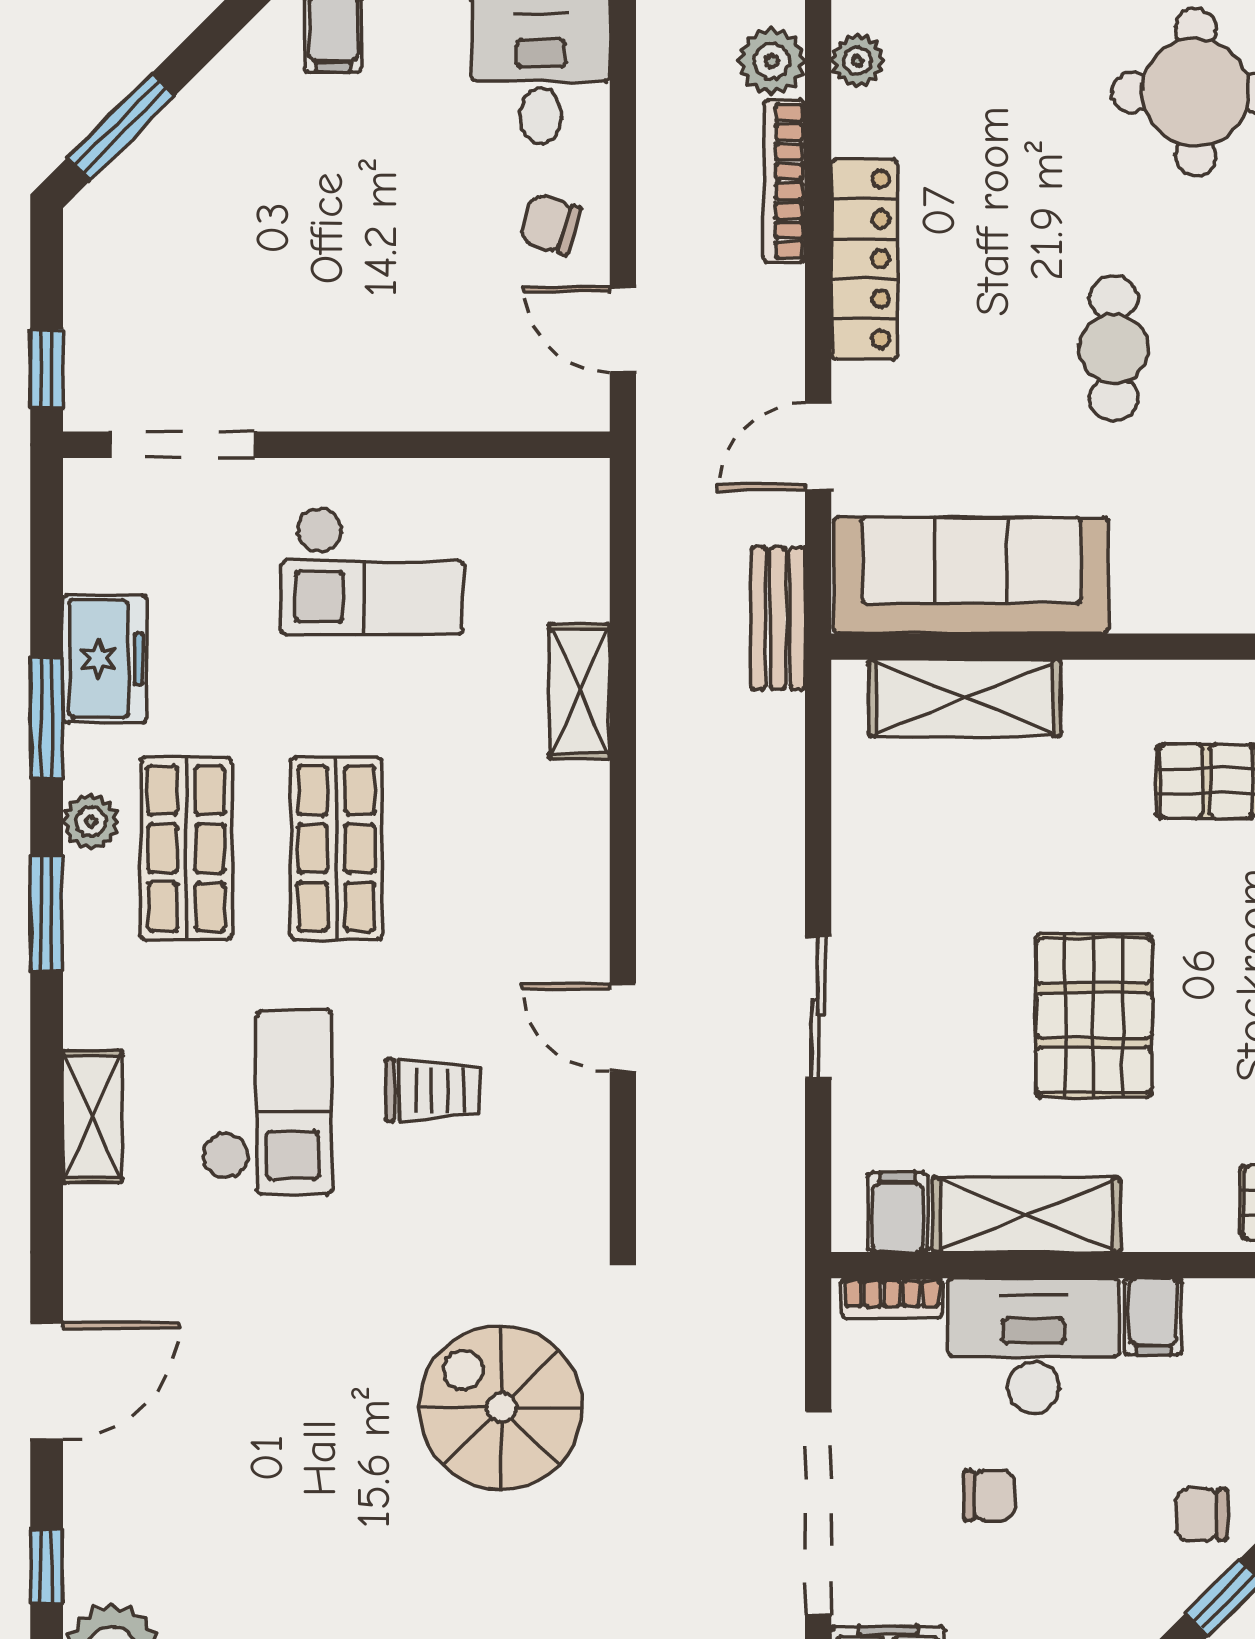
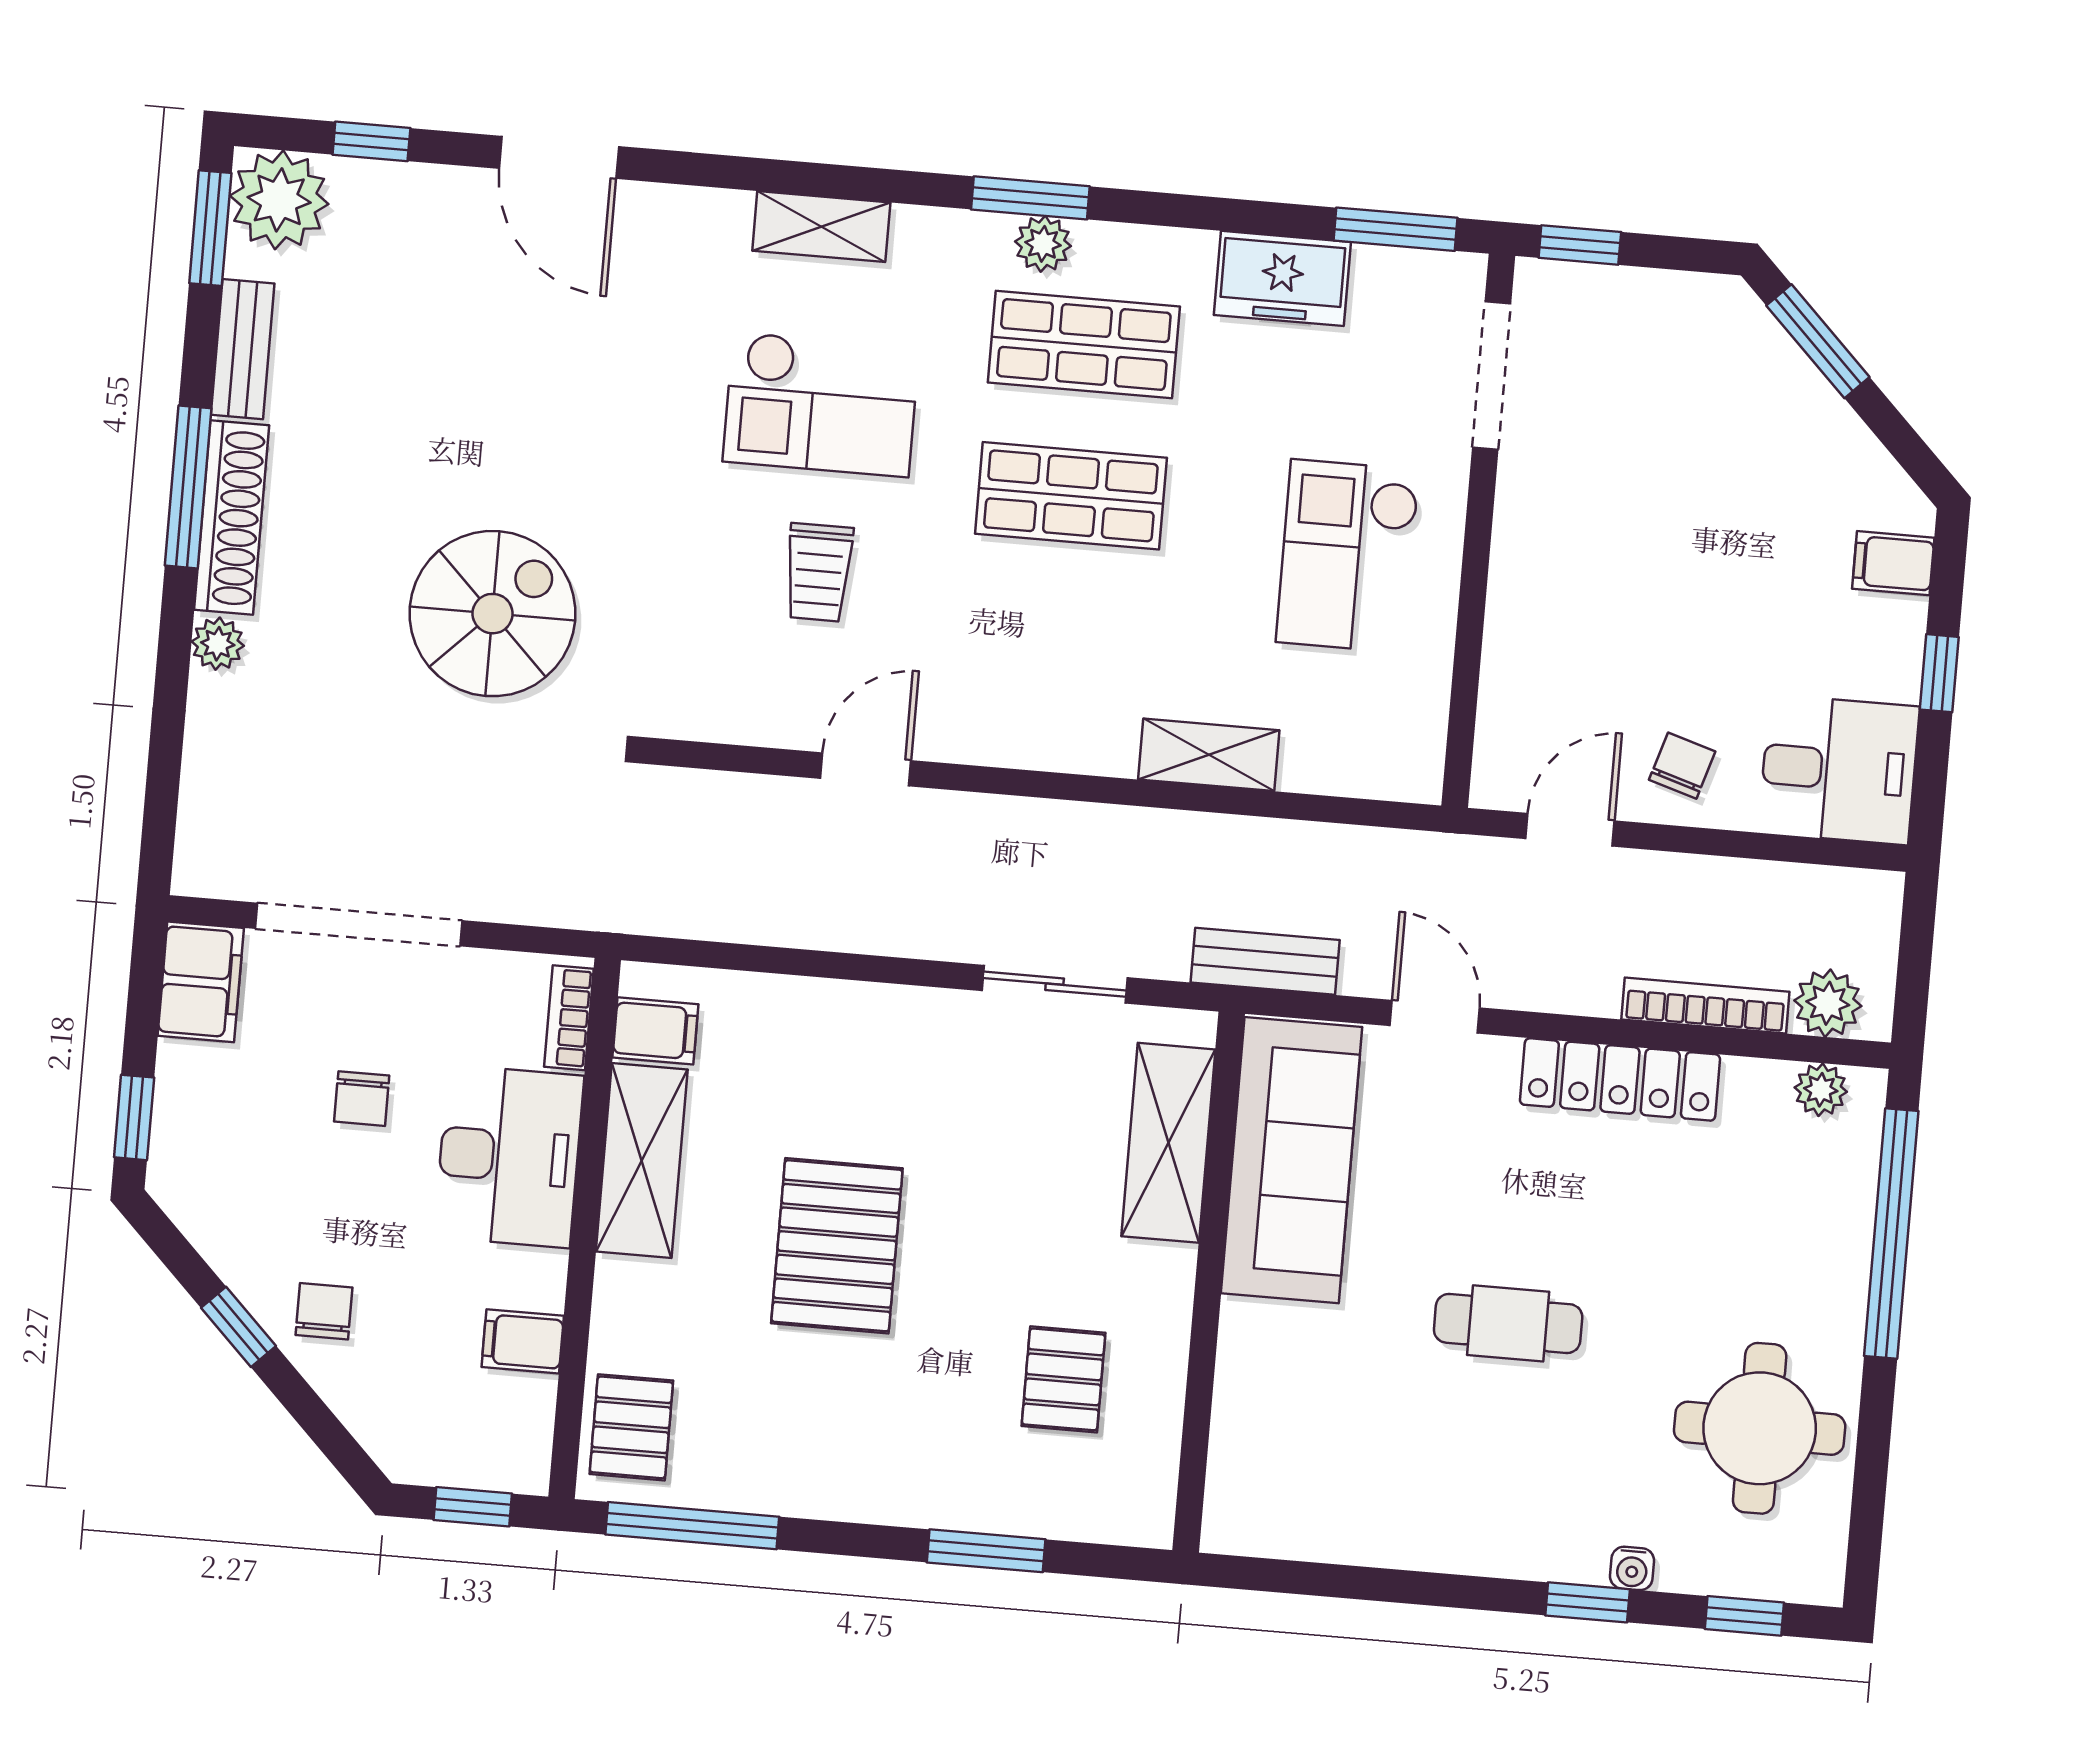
window: (47, 718) -> (1395, 229), moved
plant: (91, 822) -> (1043, 244), moved
sliding door: (818, 1007) -> (1055, 984), moved
pallet: (1094, 1015) -> (837, 1246), turned 90
filing cabinet: (1153, 1316) -> (523, 1341), moved

